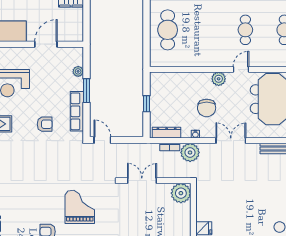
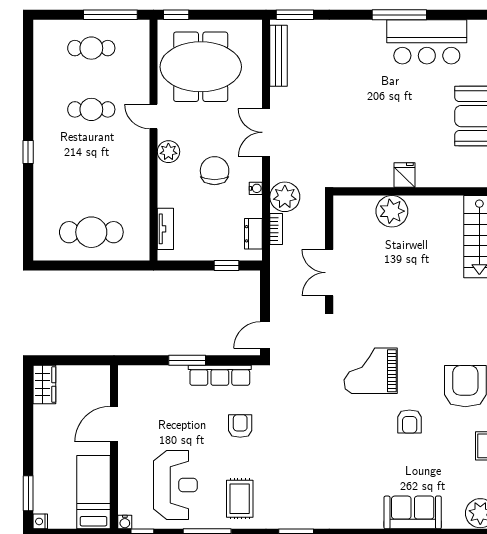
door: (46, 44) -> (114, 424), hinge flipped
plant: (78, 71) -> (157, 373), removed
tv unit: (170, 77) -> (165, 229), added
window: (146, 104) -> (226, 265), moved
chair: (207, 108) -> (215, 171), turned -90
dresser: (167, 133) -> (253, 234), width x0.70
plant: (181, 193) -> (392, 211), moved

